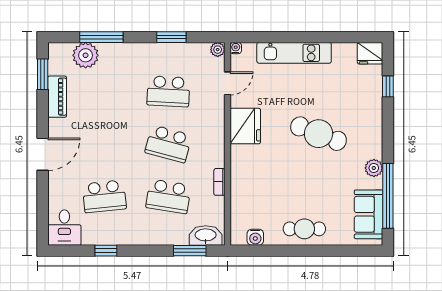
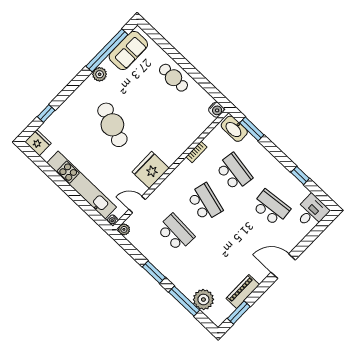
window: (171, 37) -> (154, 272), moved
kitchen unit: (294, 53) -> (82, 185), width x1.36
water cooler: (255, 237) -> (216, 110), moved, turned 90

